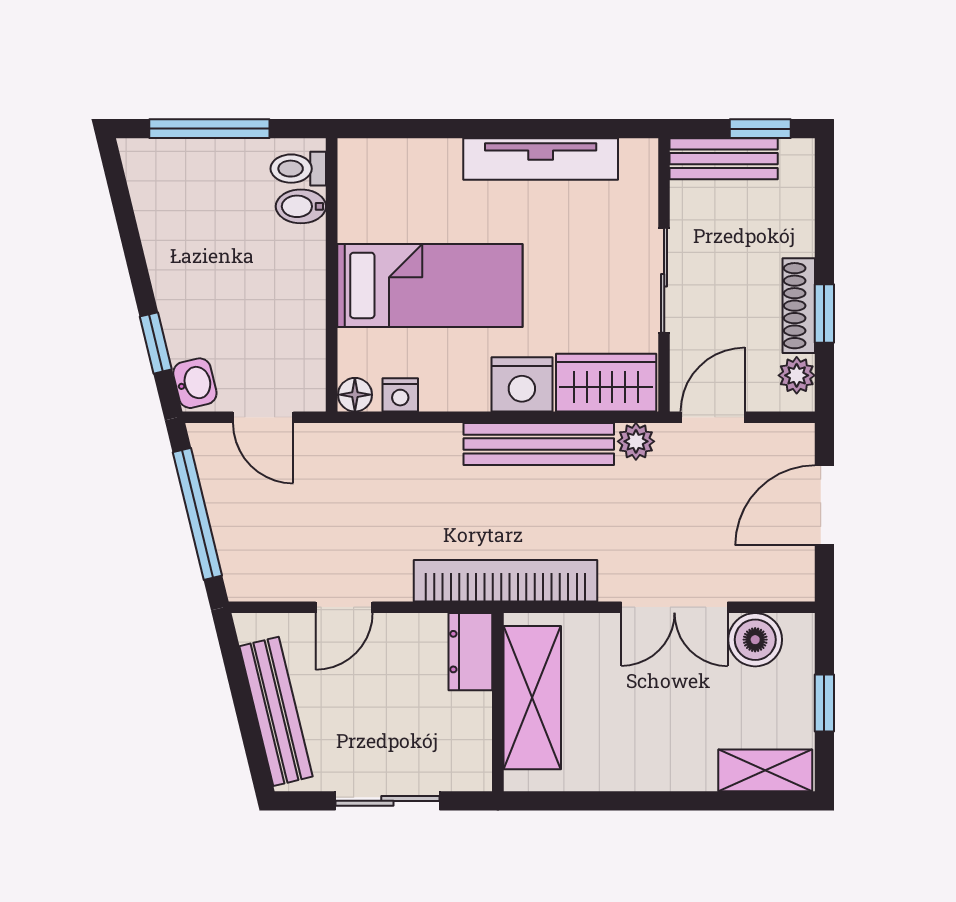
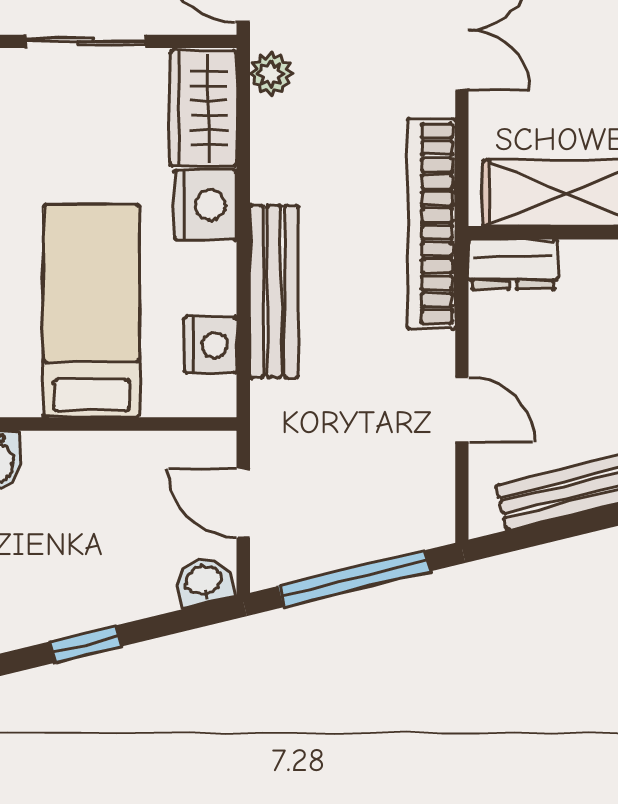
window: (156, 343) -> (86, 644), moved
floor lamp: (355, 395) -> (217, 397), removed
nightstand: (400, 395) -> (211, 345), width x1.39, depth x1.35
door: (263, 417) -> (243, 503), swing flipped
bench: (539, 444) -> (274, 291), moved

